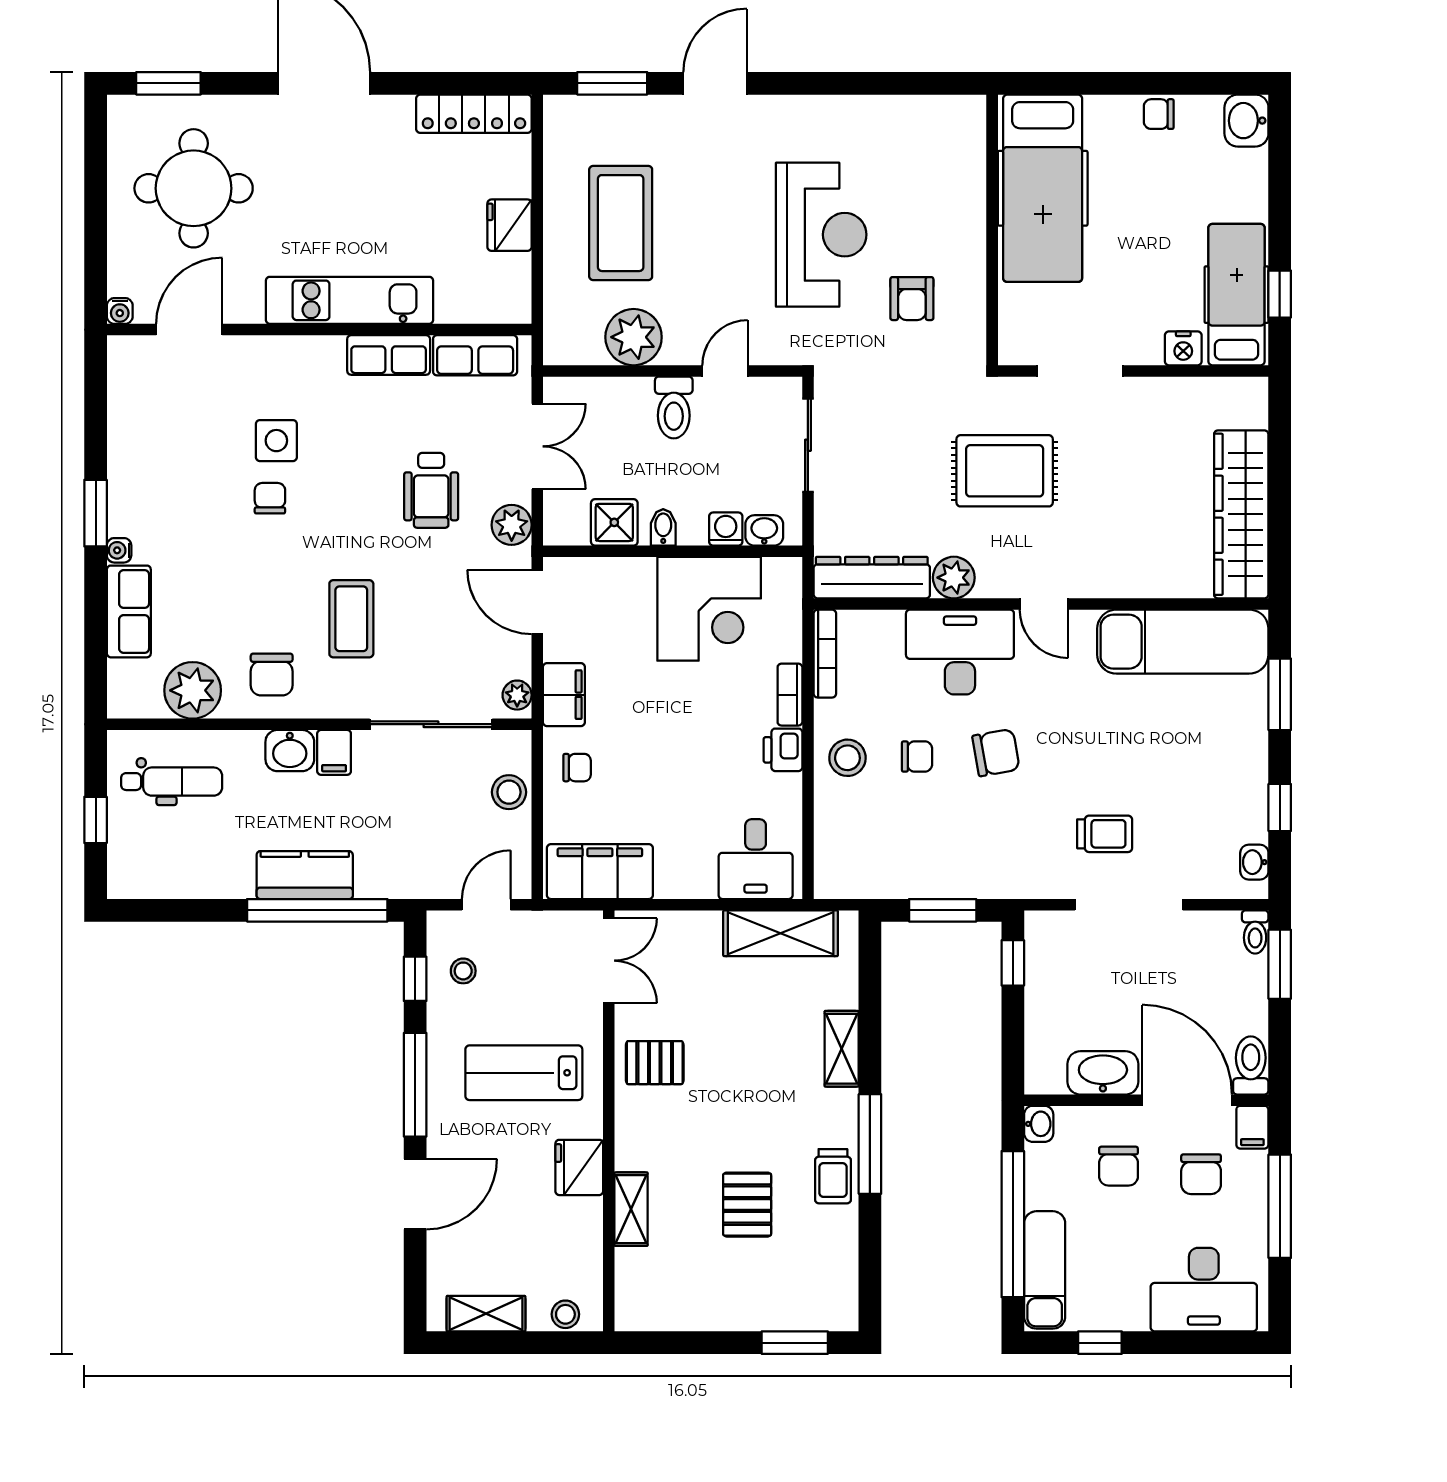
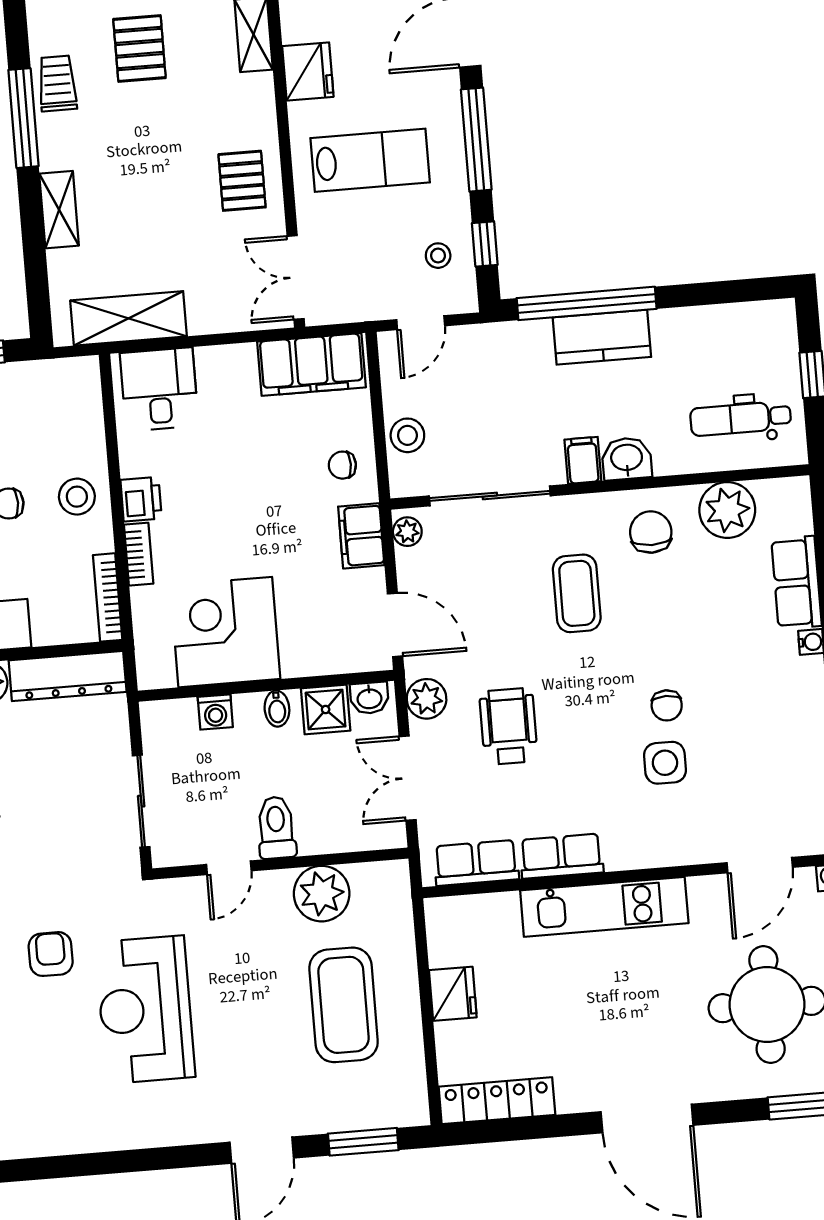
washbasin: (764, 530) -> (369, 698), moved
pallet: (655, 1063) -> (242, 181), turned 90

